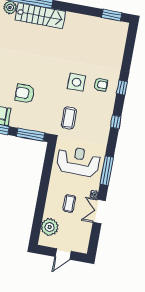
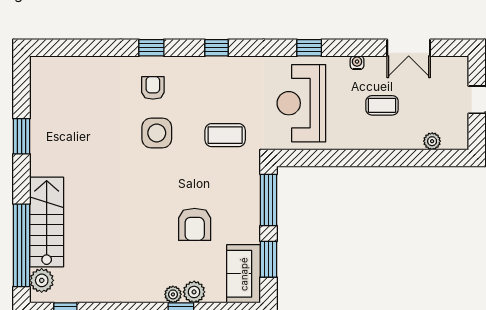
window: (112, 15) -> (22, 136), moved
window: (107, 171) -> (309, 48), width x0.46
double door: (99, 211) -> (409, 48), moved
plant: (50, 227) -> (432, 141), width x0.53, depth x0.53

